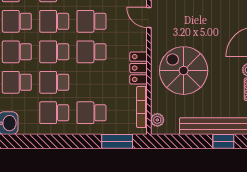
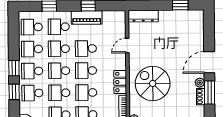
door: (149, 18) -> (127, 45), hinge flipped
school desk: (91, 82) -> (86, 93), added

